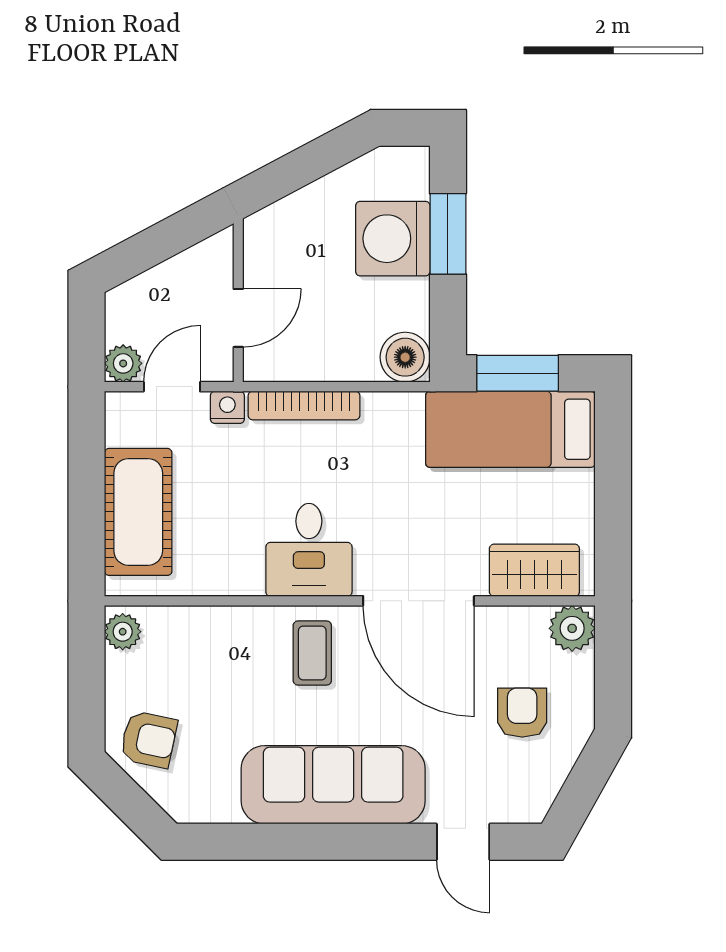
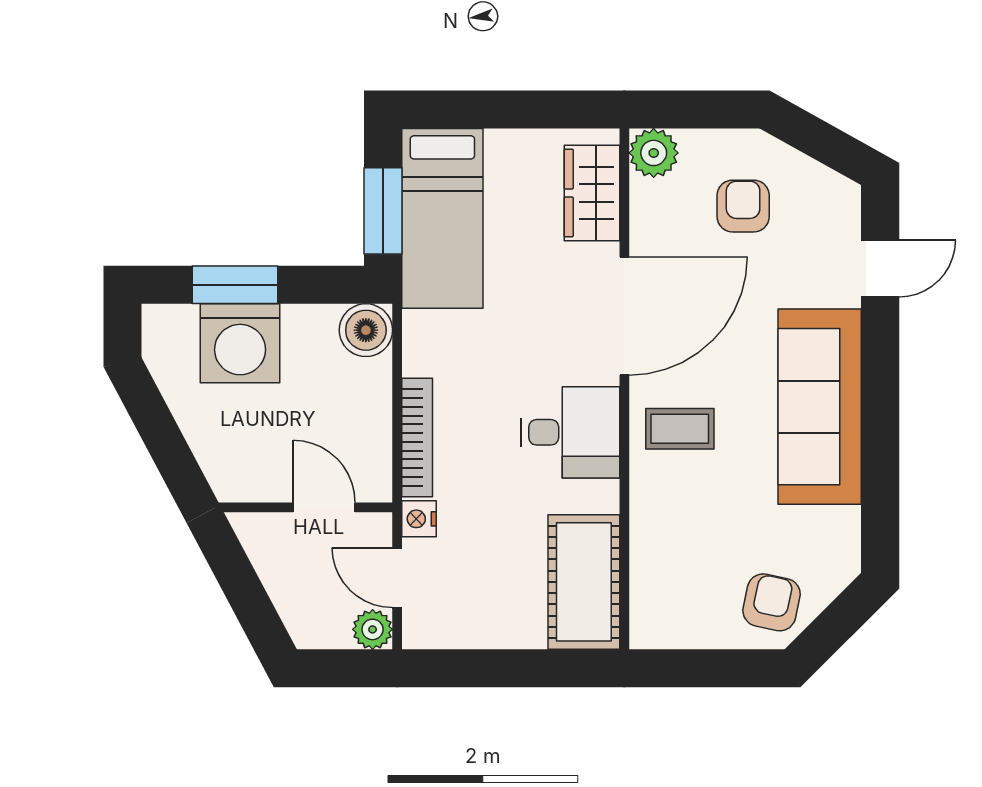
cot: (138, 512) -> (584, 582), moved, turned 90
plant: (123, 632) -> (657, 630), removed
armchair: (522, 713) -> (743, 206), turned 90

